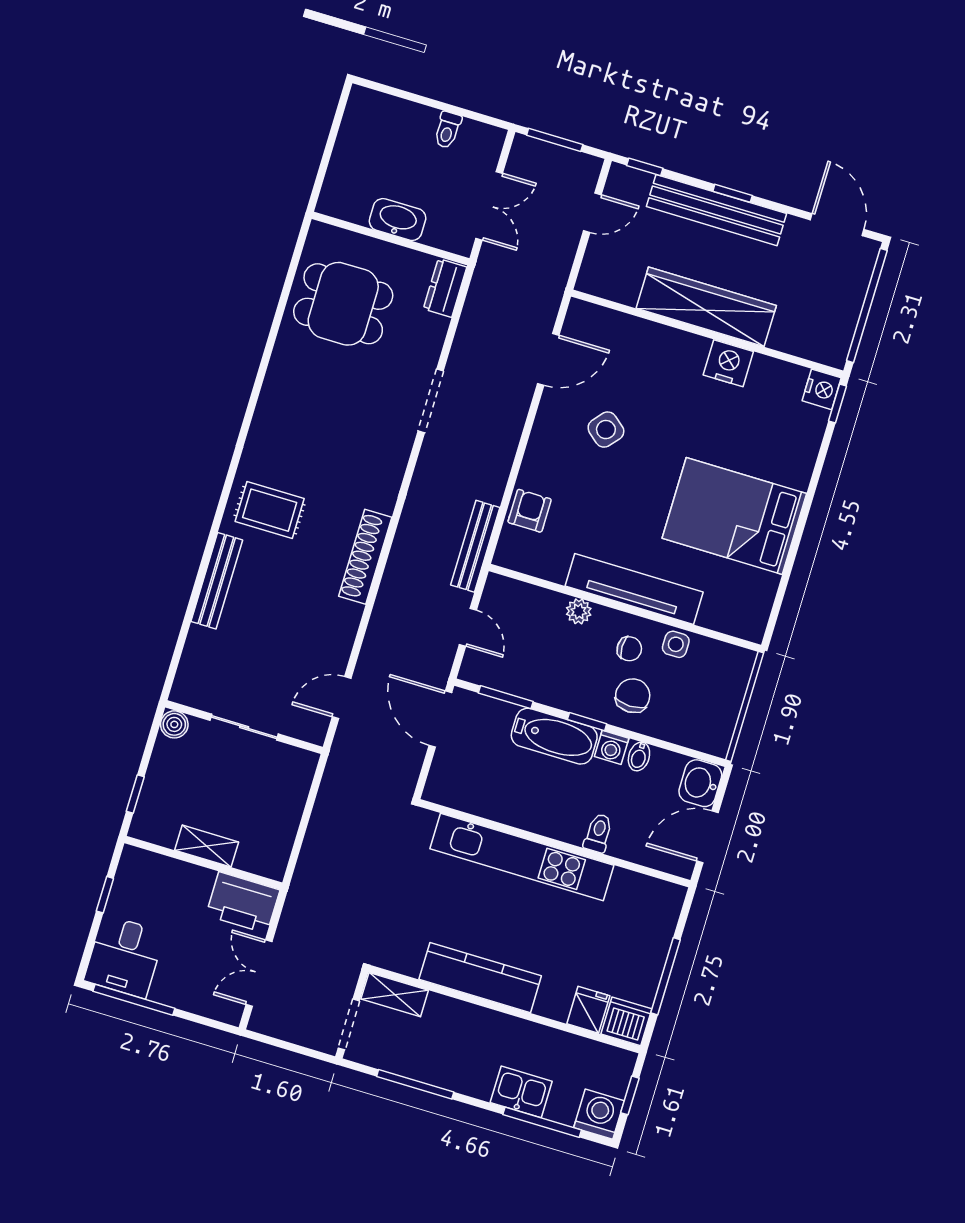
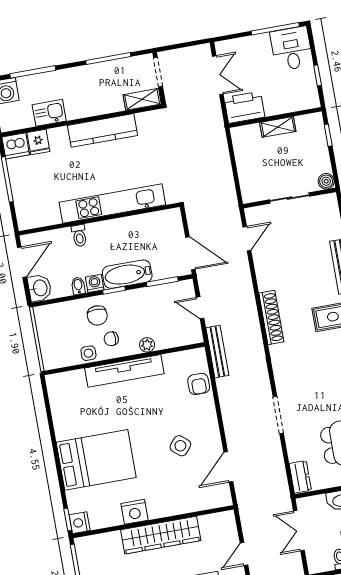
bed: (734, 516) -> (96, 460), moved
kitchen sink: (521, 1092) -> (49, 113), moved, turned 180

